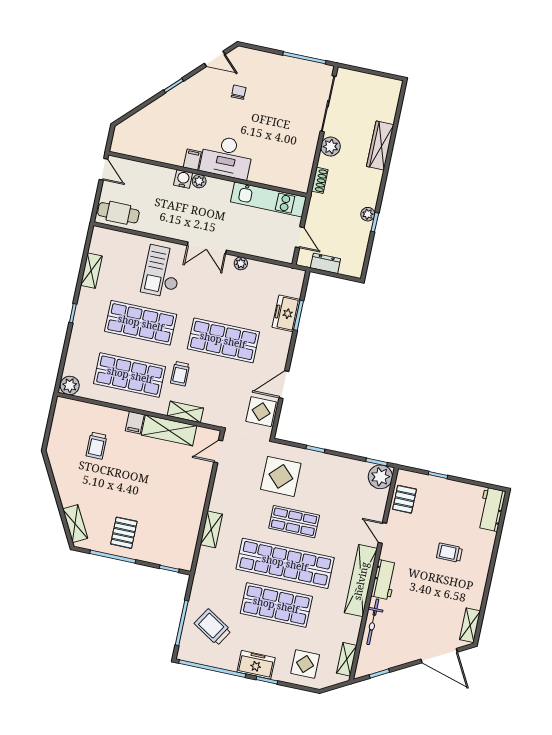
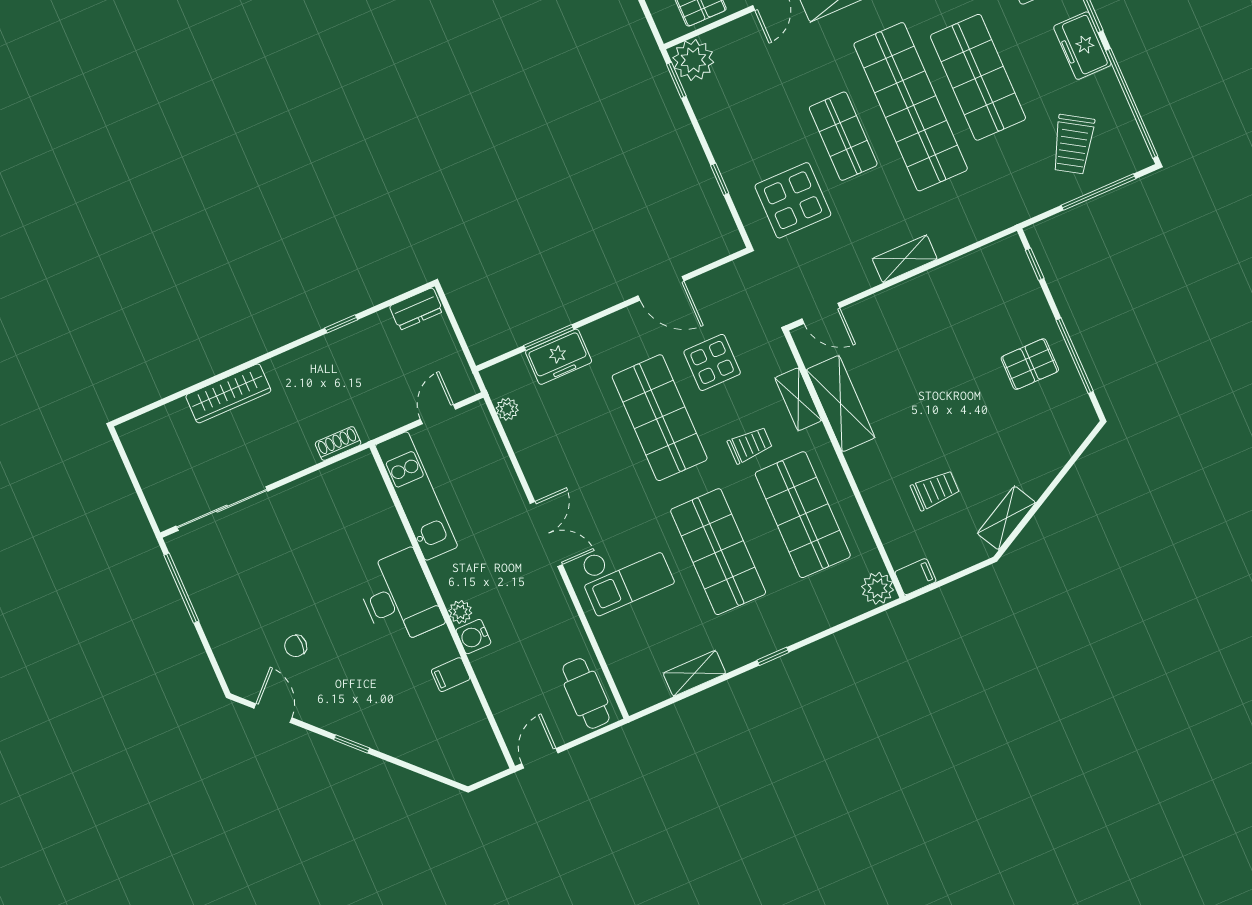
plant: (331, 147) -> (280, 462), removed
filing cabinet: (192, 160) -> (451, 675), moved
plant: (368, 214) -> (337, 342), removed
plant: (241, 263) -> (507, 409), moved
dresser: (325, 263) -> (416, 309), moved, turned -90
display table: (261, 412) -> (712, 362), moved
filing cabinet: (135, 423) -> (915, 577), moved
shelving: (75, 524) -> (1006, 518), moved
shelving: (211, 529) -> (905, 259), moved

